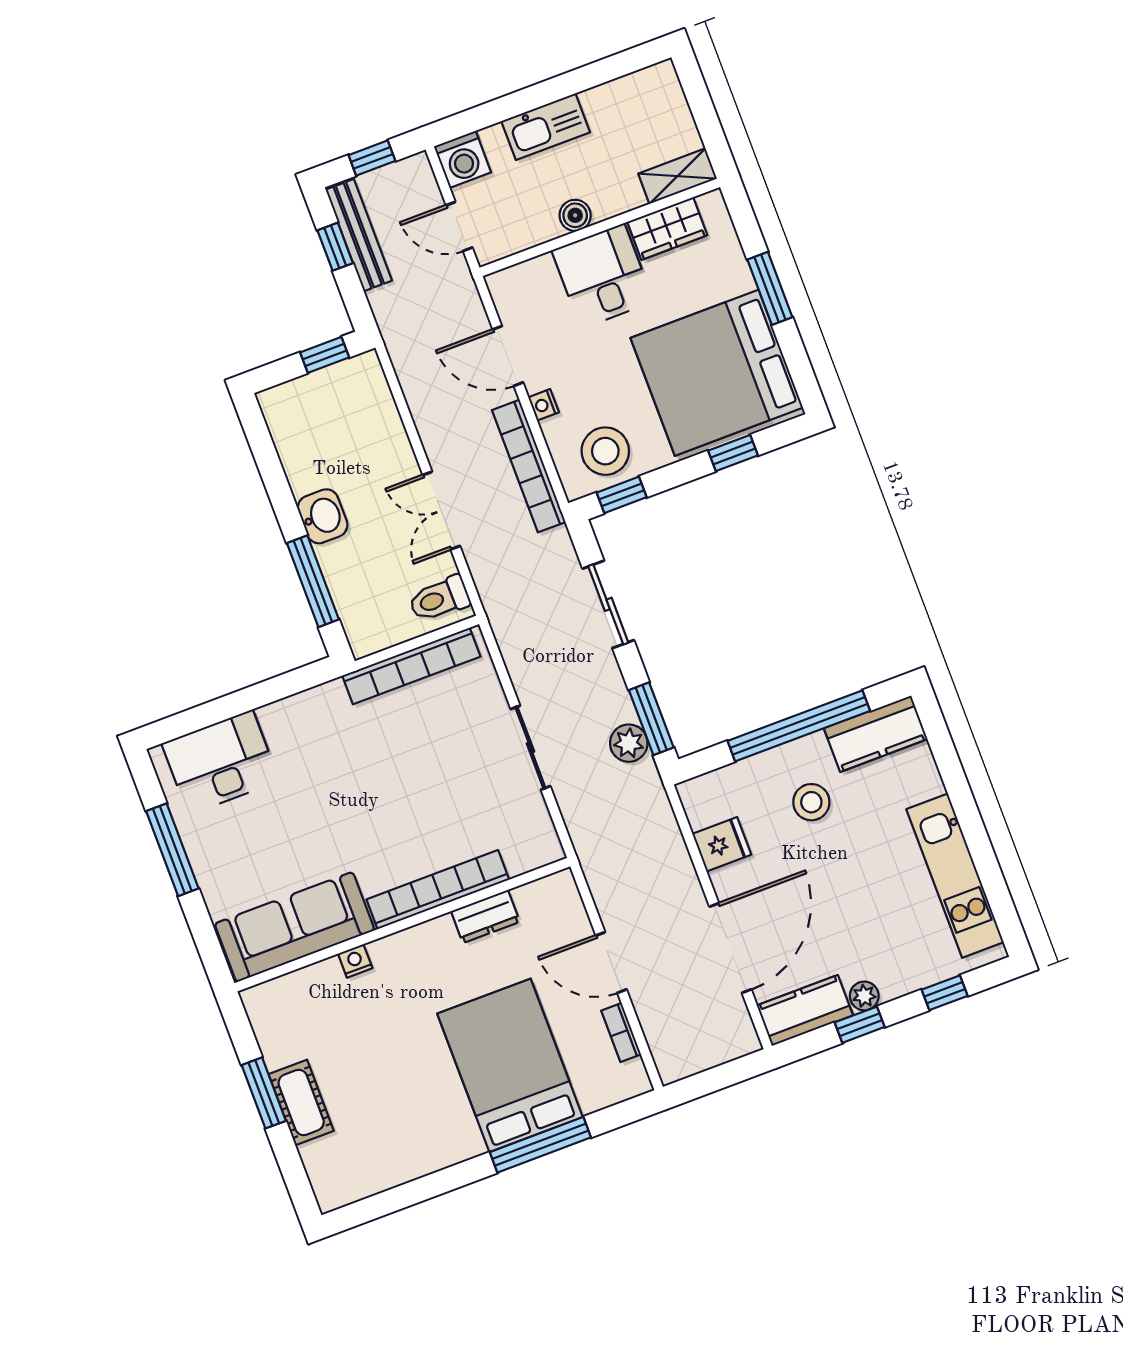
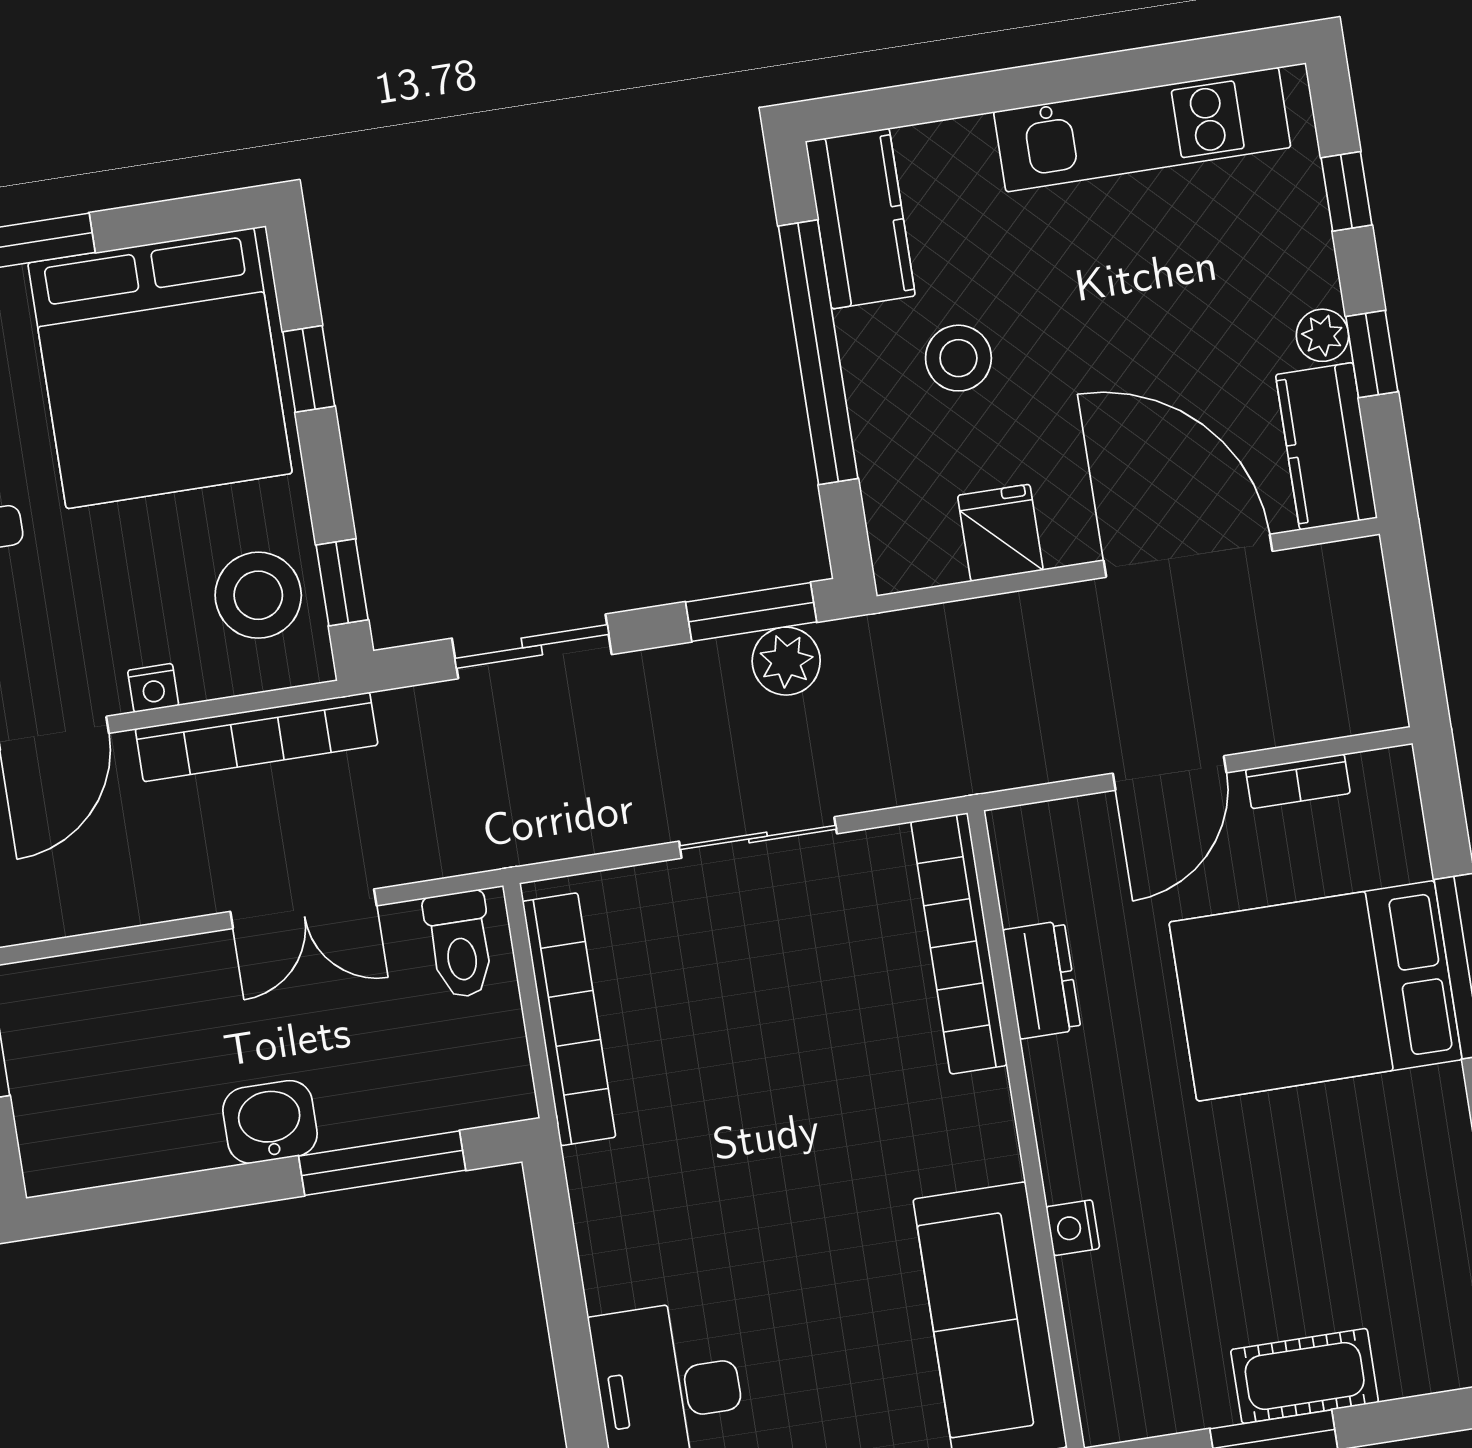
bookcase: (438, 890) -> (959, 943), moved

